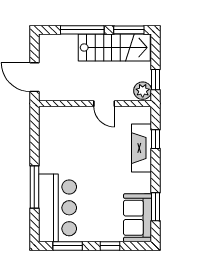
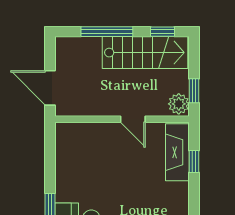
window: (129, 30) -> (162, 32), width x0.67
fireplace: (142, 148) -> (177, 152), moved

